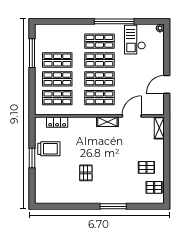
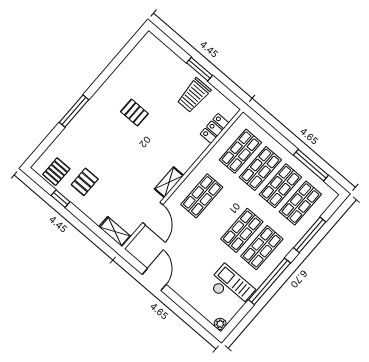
window: (70, 21) -> (310, 235), added
shop shelf: (99, 79) -> (300, 203), moved
window: (167, 173) -> (61, 199), added

